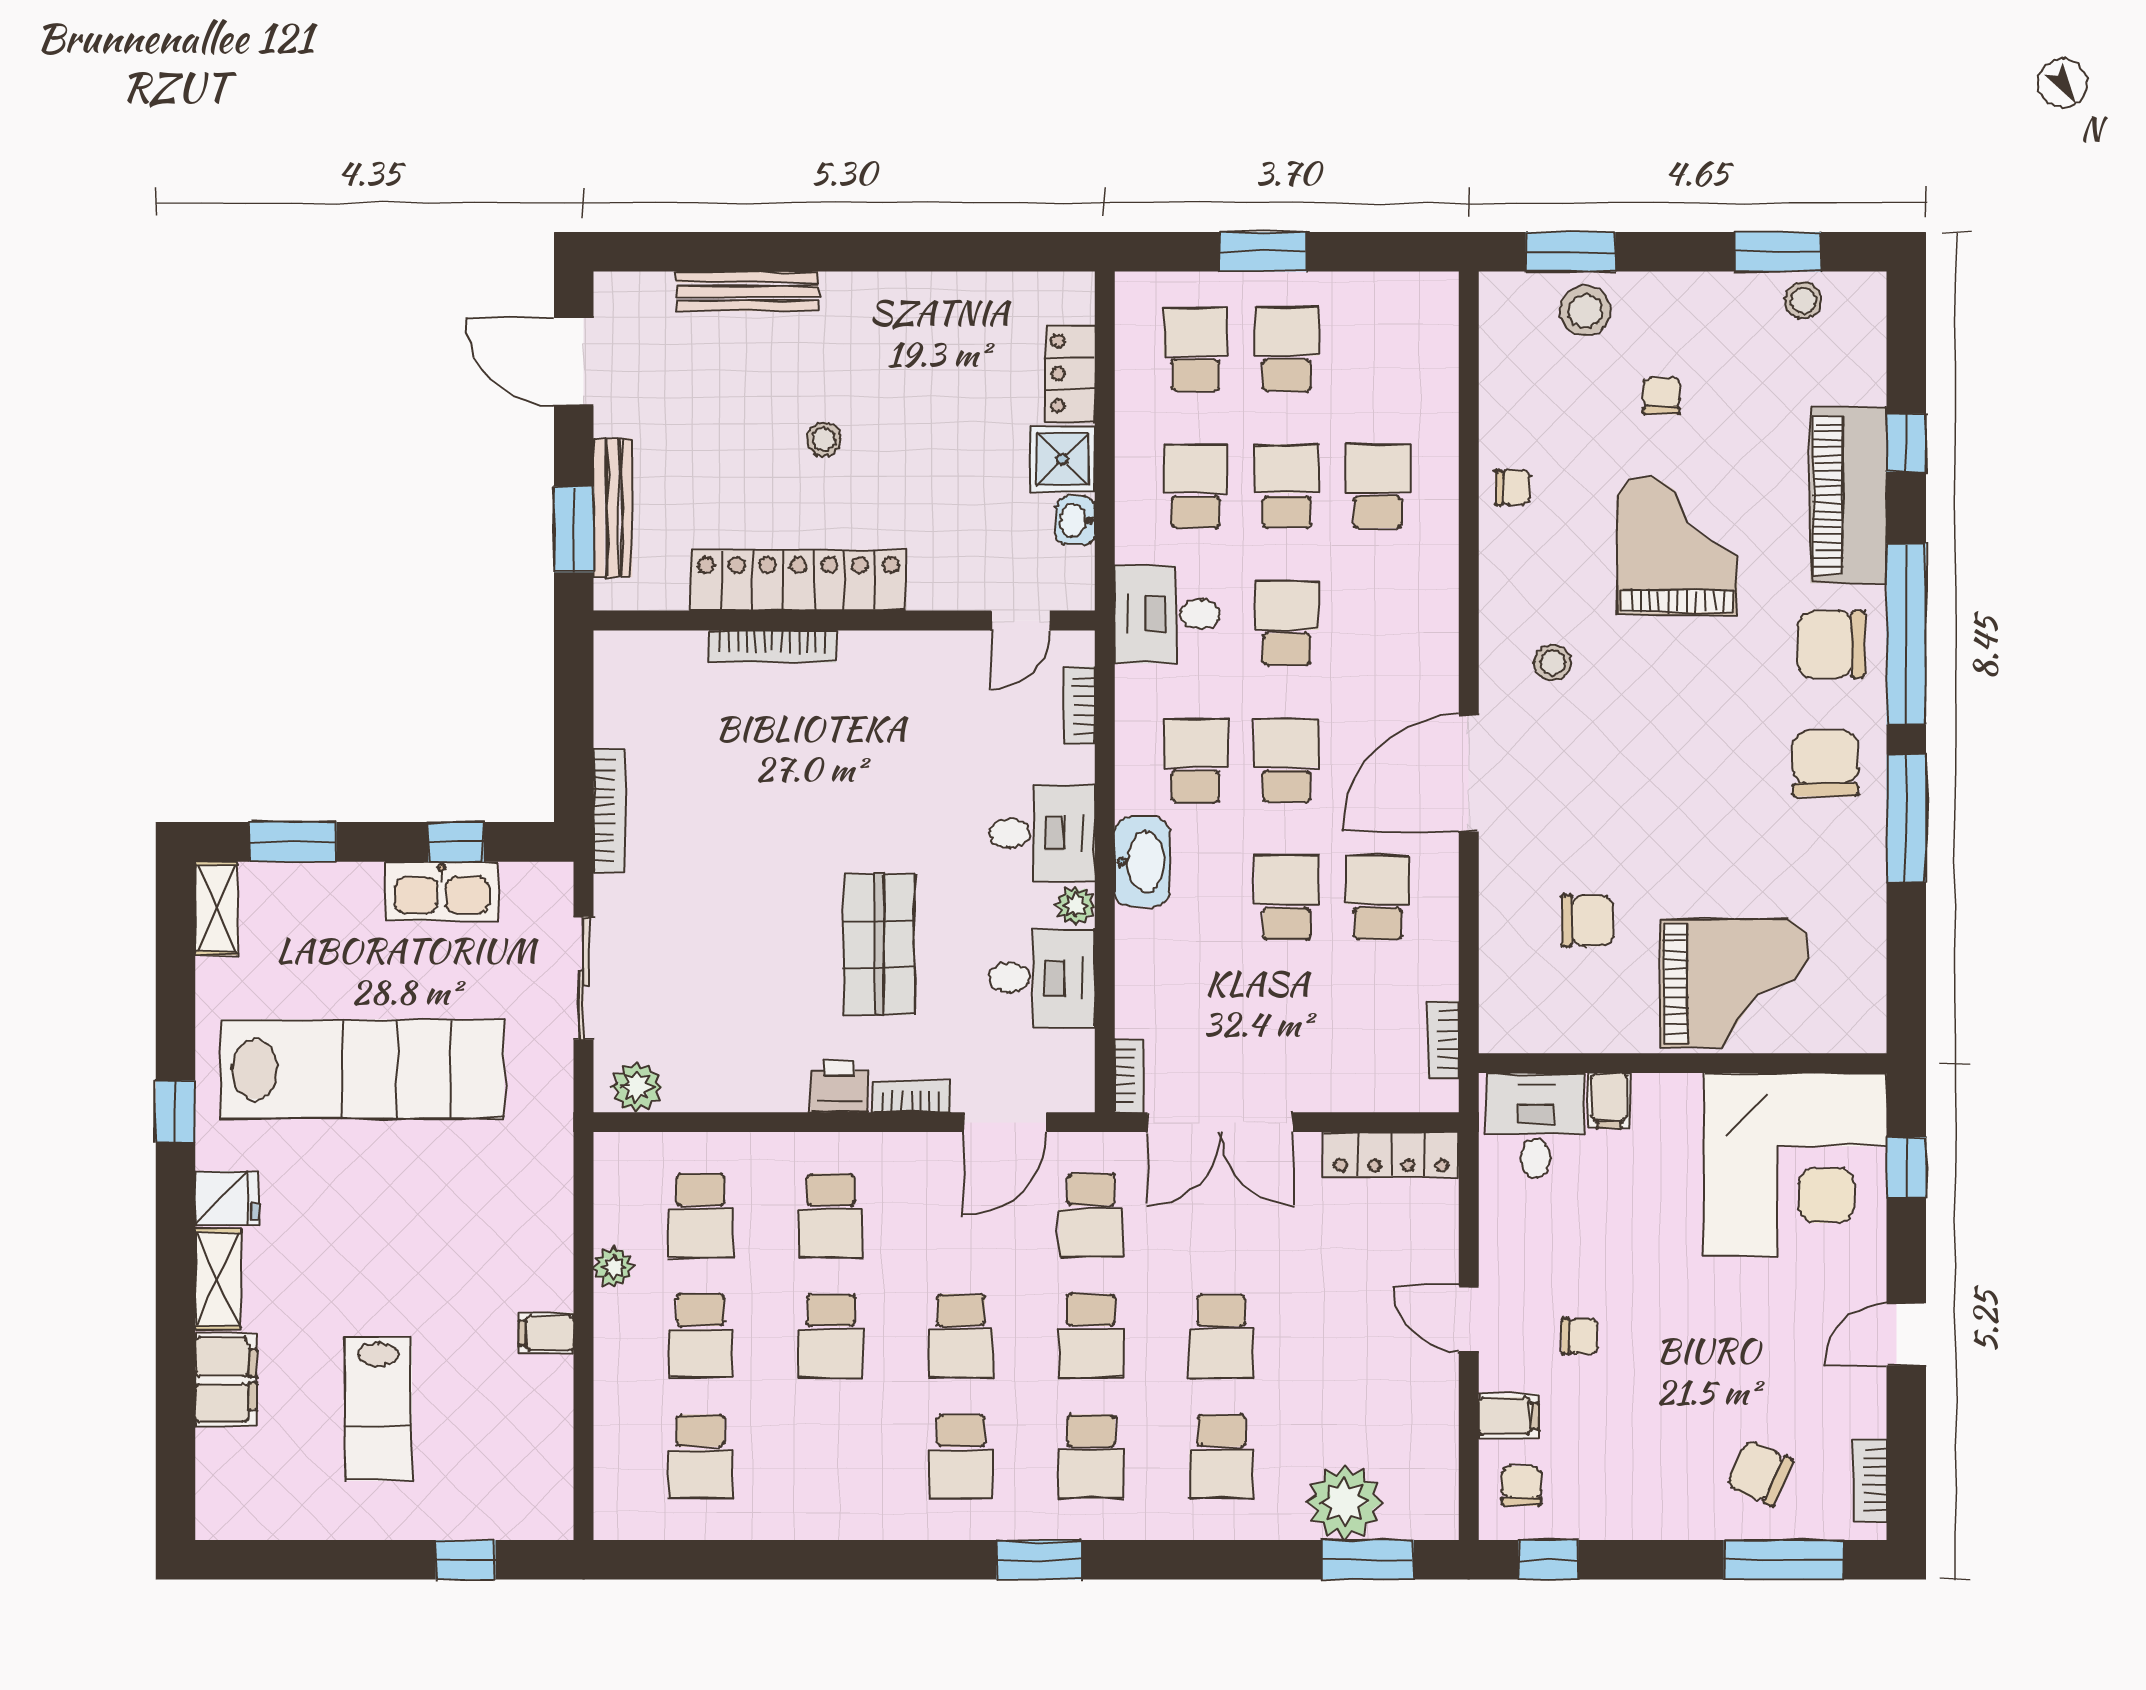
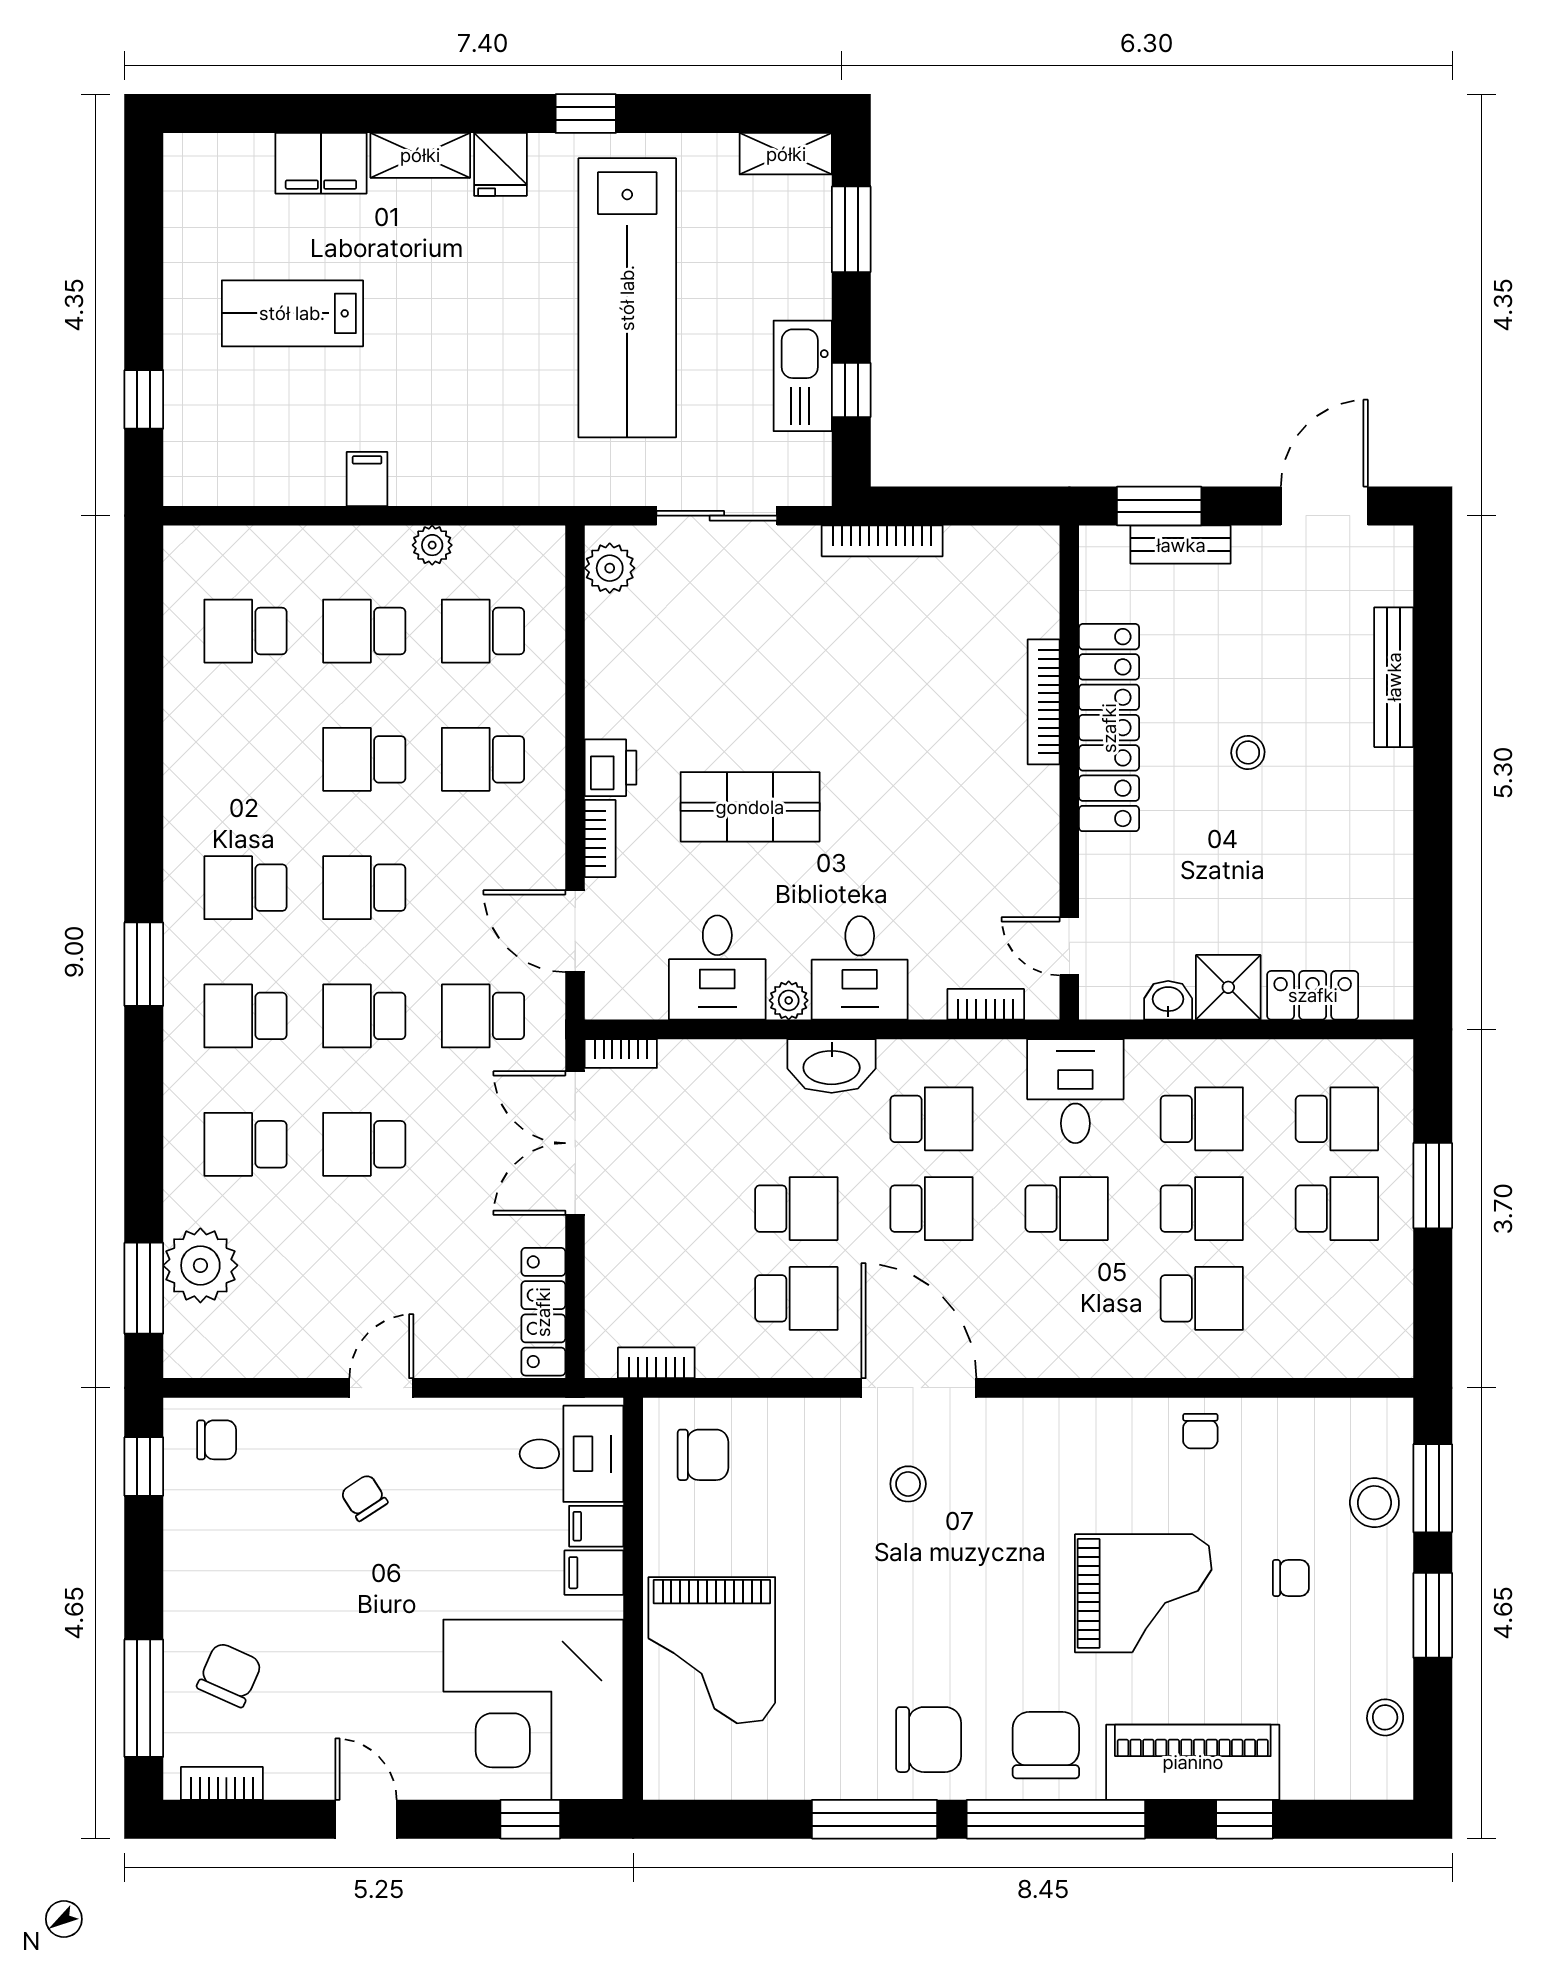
window: (1778, 252) -> (1433, 1615), moved
bench: (613, 508) -> (1181, 545), width x0.73
stool: (1552, 662) -> (908, 1484), moved
chair: (1587, 921) -> (703, 1455), moved, turned -90
chair: (1580, 1336) -> (364, 1498), turned 147
filing cabinet: (1508, 1416) -> (594, 1573), moved, turned 90

